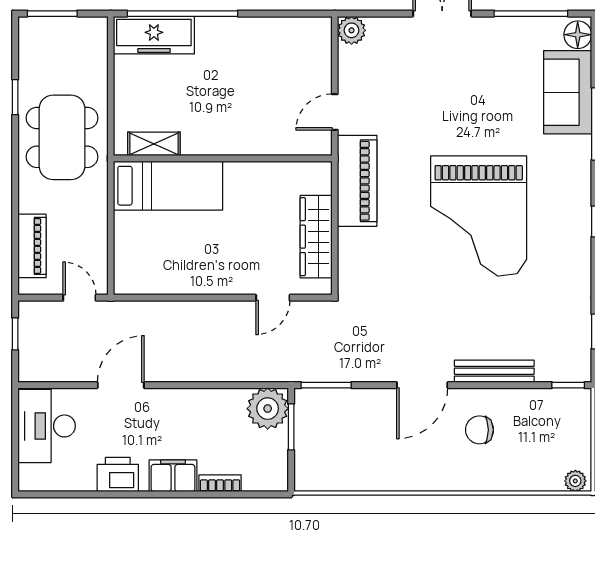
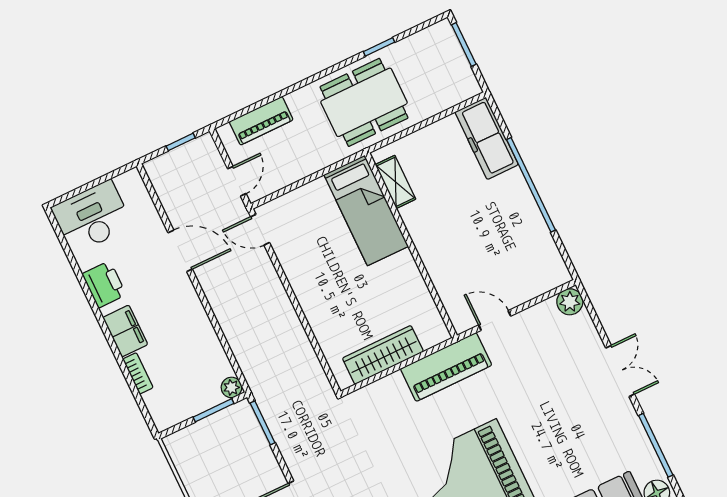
window: (182, 14) -> (531, 185), moved
door: (273, 298) -> (260, 230), moved
plant: (268, 409) -> (231, 387), width x0.53, depth x0.53
desk: (47, 426) -> (92, 217), moved

